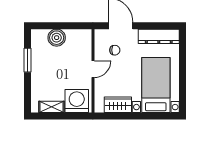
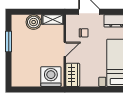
wardrobe: (118, 105) -> (73, 75), moved, turned 90
shelving: (51, 107) -> (53, 20), moved

